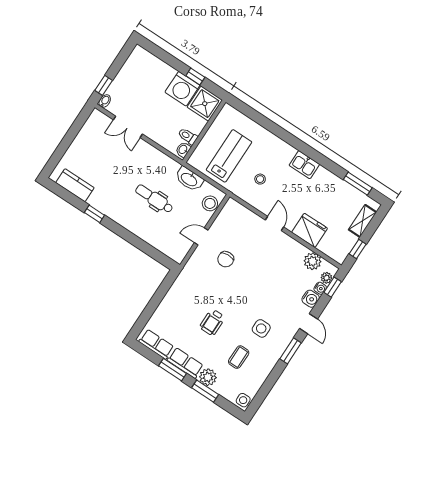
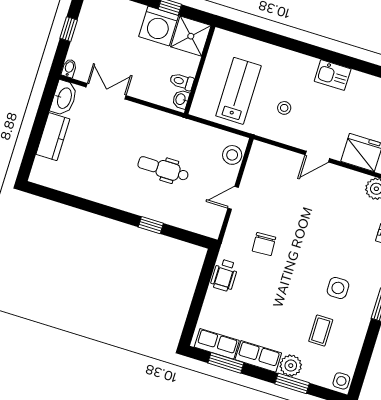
window: (104, 85) -> (69, 29), moved
double door: (128, 127) -> (106, 91), swing flipped
washbasin: (189, 179) -> (64, 98), moved, turned -90
kitchen counter: (75, 185) -> (53, 137), moved, turned 90
window: (94, 214) -> (151, 225), moved
door: (275, 224) -> (317, 157), swing flipped
chair: (226, 259) -> (264, 244), moved
wheelchair: (212, 322) -> (224, 275), moved
window: (172, 370) -> (226, 363), moved

